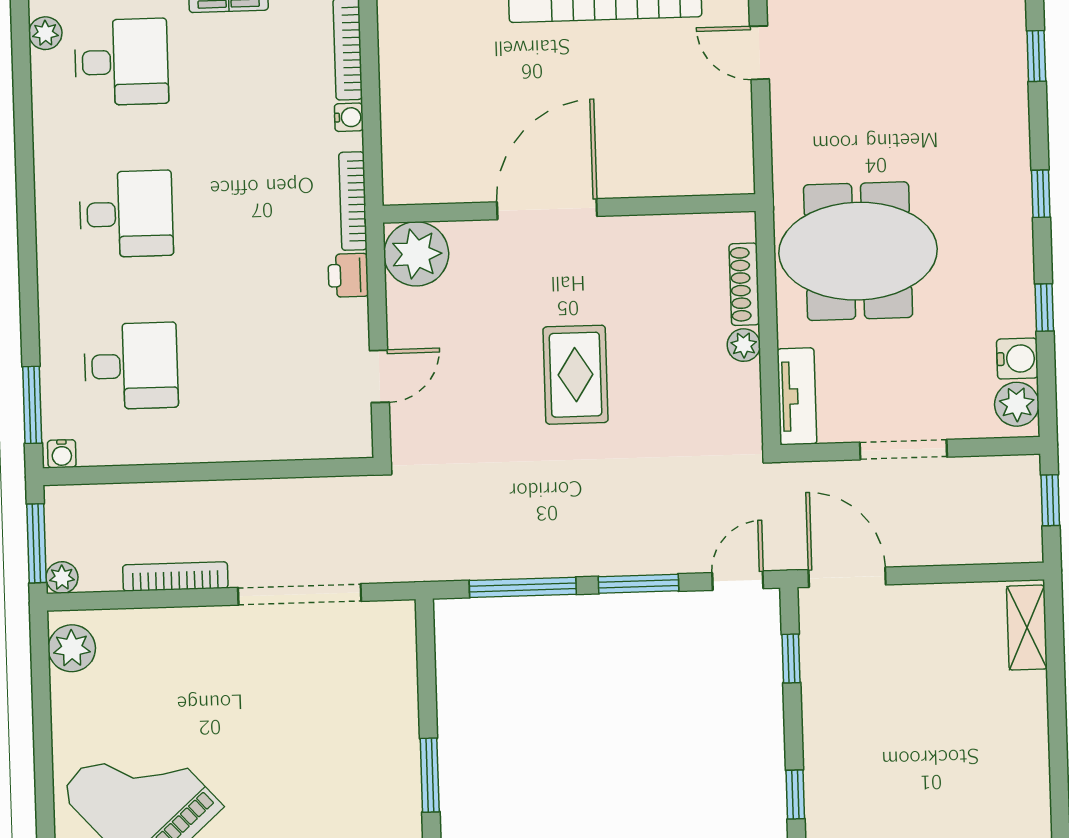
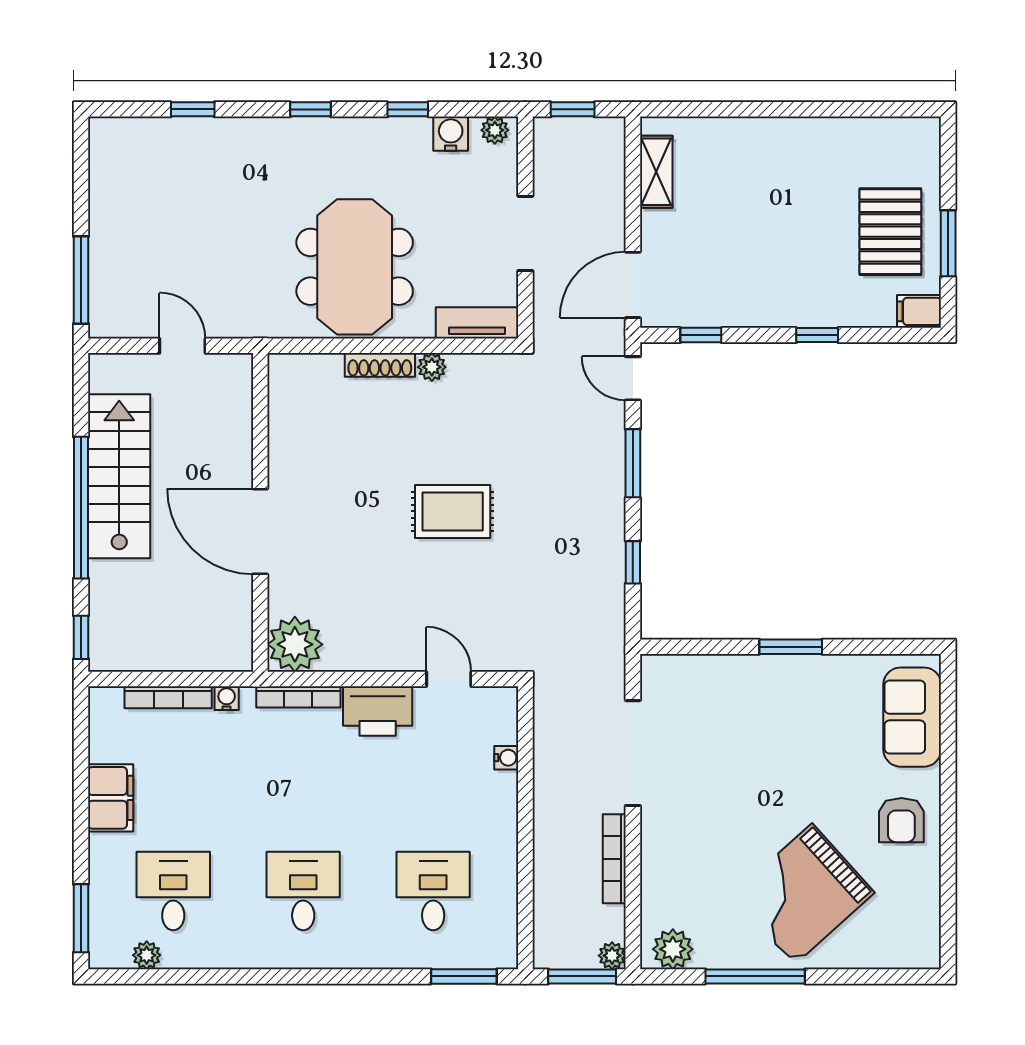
door: (759, 53) -> (182, 346), swing flipped
wall: (569, 208) -> (260, 512), moved
door: (547, 209) -> (260, 531), moved
plant: (416, 254) -> (295, 644), moved
printer: (348, 275) -> (378, 711), width x1.87, depth x1.48
plant: (1017, 404) -> (495, 130), width x0.73, depth x0.73
water cooler: (62, 454) -> (506, 758), moved
window: (523, 587) -> (633, 562), width x0.46
shelving: (1027, 628) -> (656, 172), moved, turned 90
window: (43, 746) -> (755, 976), added

